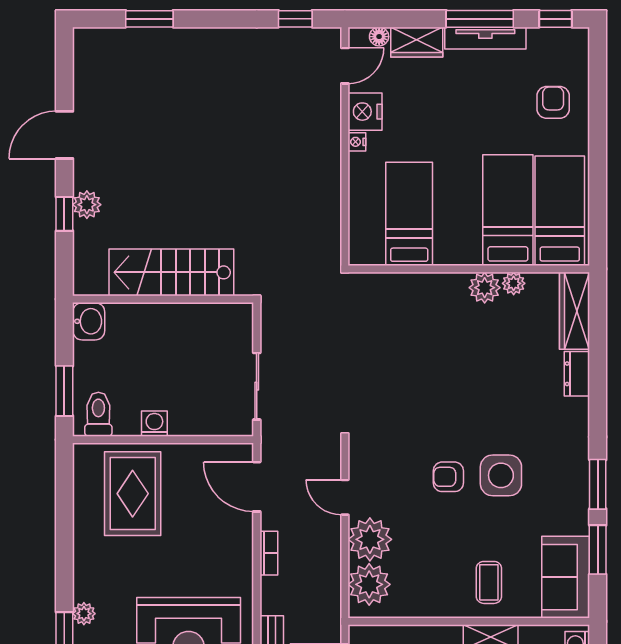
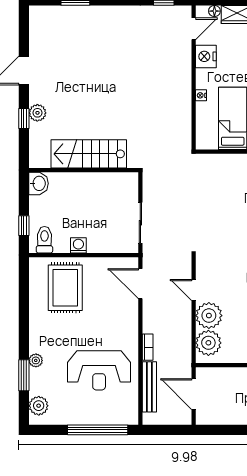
nightstand: (357, 142) -> (201, 95), moved
window: (64, 391) -> (24, 226), width x0.67
bookcase: (269, 553) -> (148, 347), moved

